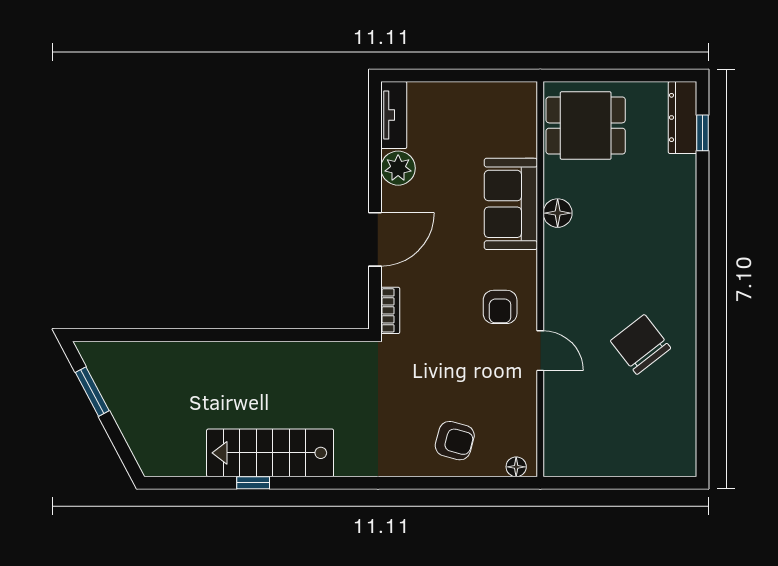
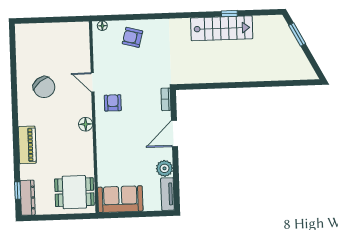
sofa: (511, 204) -> (120, 199), moved, turned -90
floor lamp: (558, 213) -> (86, 124), moved
piano: (679, 226) -> (27, 145), added
window: (92, 392) -> (297, 34), moved

